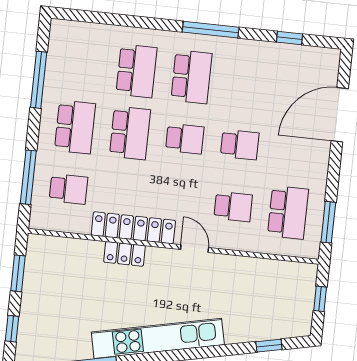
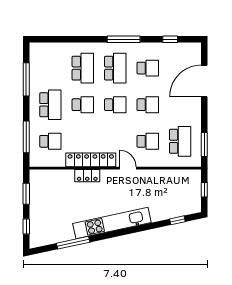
school desk: (246, 83) -> (148, 68), added
school desk: (130, 133) -> (83, 105), width x0.54

